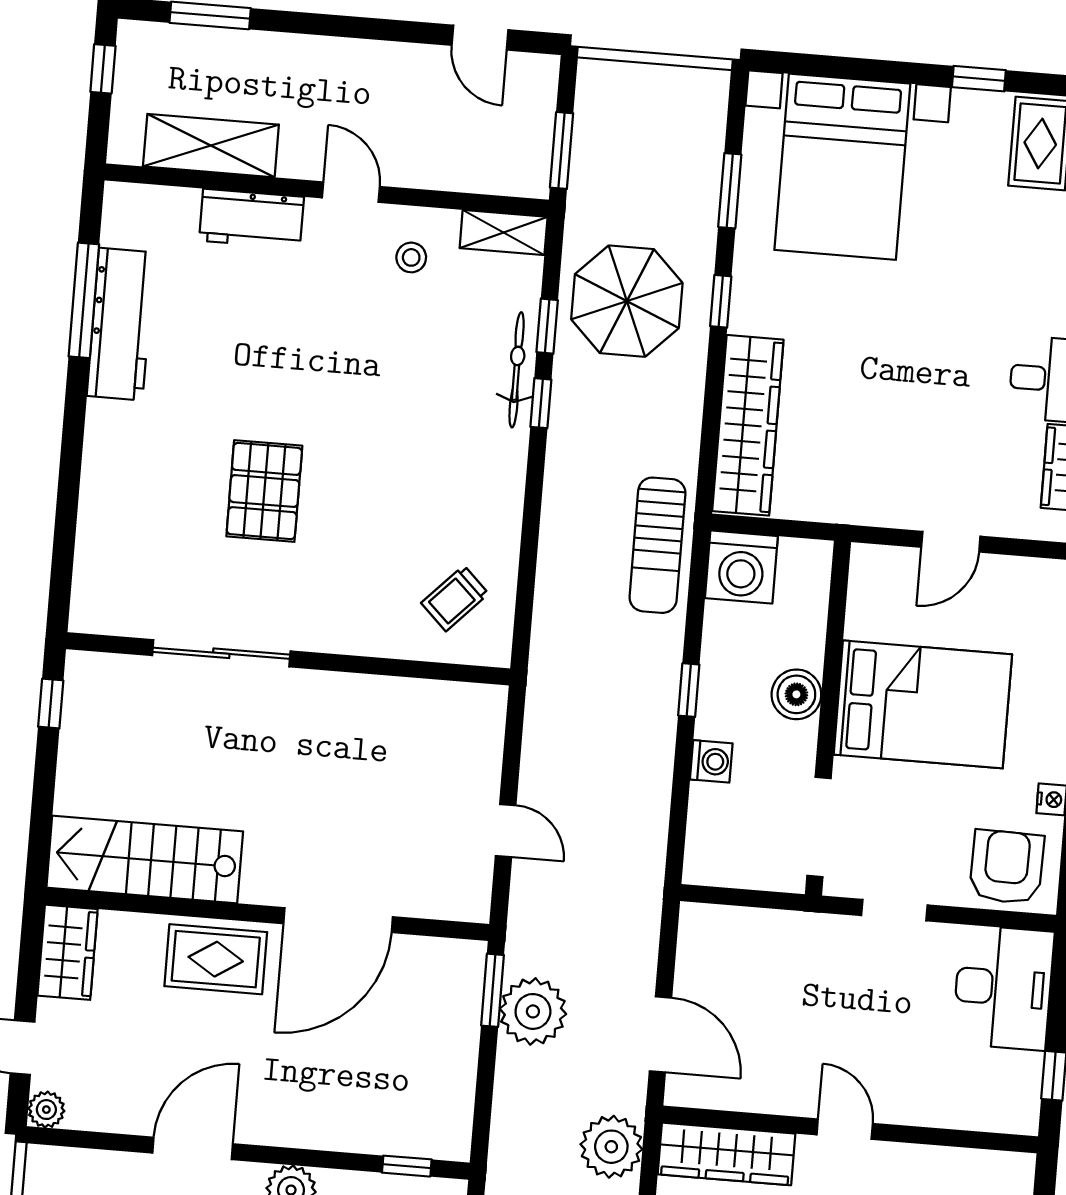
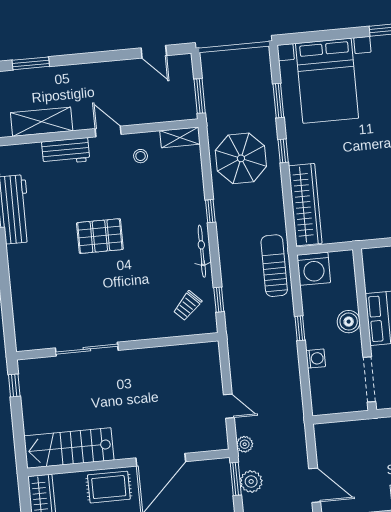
window: (547, 326) -> (219, 300), moved
bicycle: (517, 370) -> (202, 251), moved
pallet: (264, 491) -> (100, 236), moved, turned 90
sun lounger: (657, 545) -> (274, 266), turned 180
plant: (525, 919) -> (245, 444), added
plant: (533, 1011) -> (251, 481), width x0.73, depth x0.73

